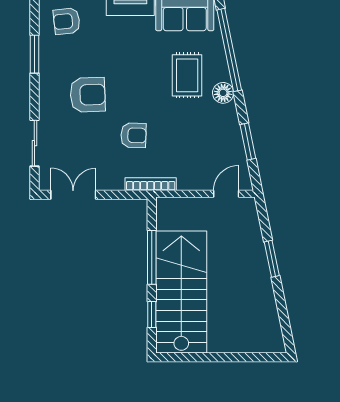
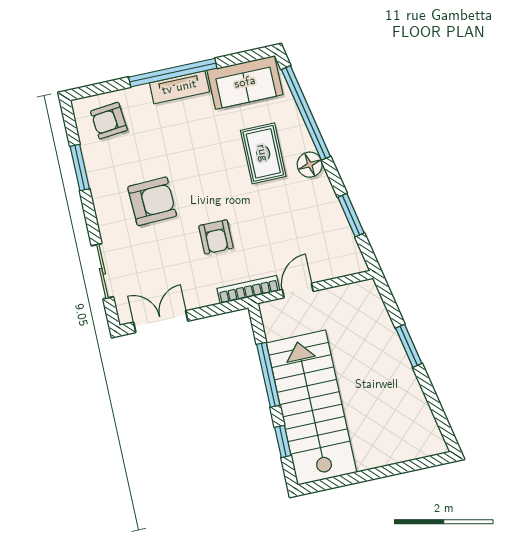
armchair: (133, 135) -> (216, 237), turned 88
door: (226, 194) -> (298, 290), moved

